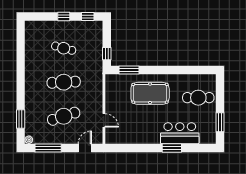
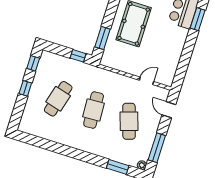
cafe table: (64, 48) -> (58, 99), width x1.37, depth x1.35

